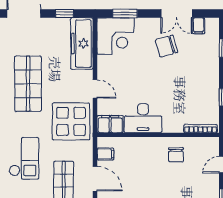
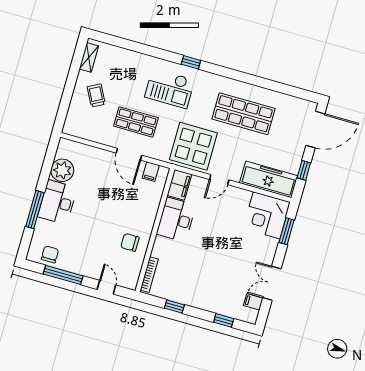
chair: (167, 46) -> (242, 264), removed
door: (95, 179) -> (129, 154), hinge flipped

